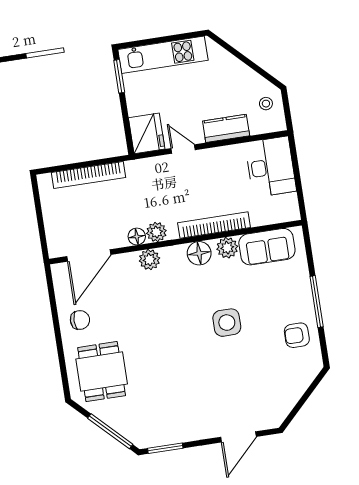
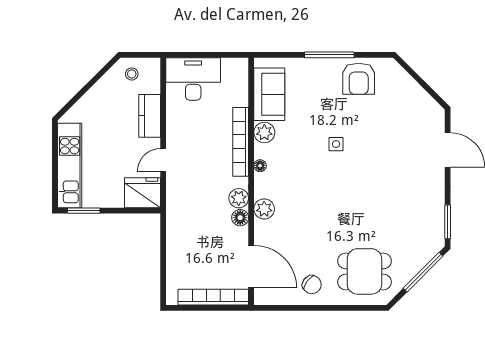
bookcase: (88, 175) -> (213, 297), moved, turned -90
floor lamp: (199, 253) -> (260, 166), width x0.53, depth x0.53
chair: (80, 320) -> (312, 285), turned 127
side table: (227, 323) -> (336, 144), width x0.54, depth x0.54
armchair: (297, 335) -> (359, 79), width x1.38, depth x1.38

